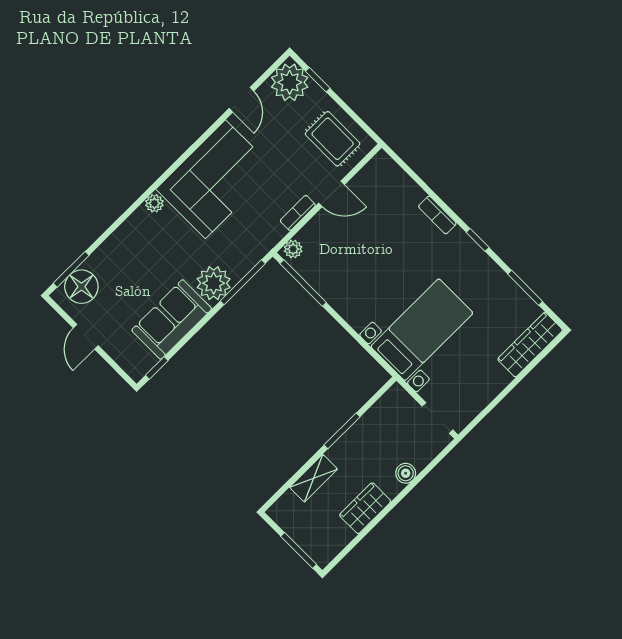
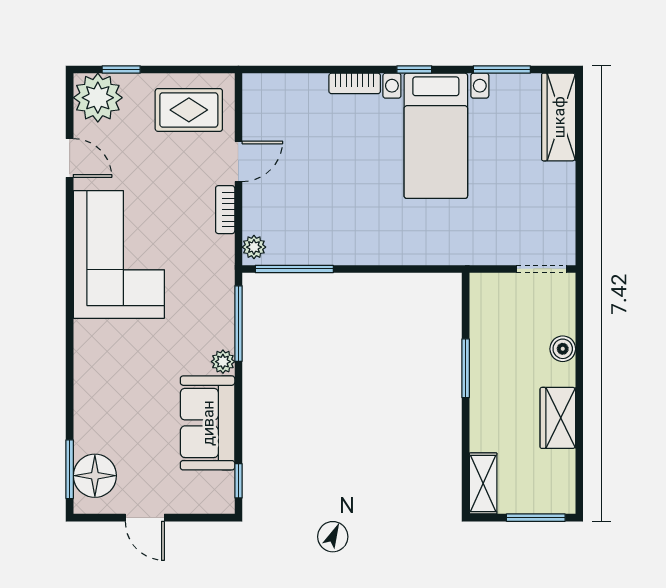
plant: (154, 203) -> (85, 333), removed
plant: (214, 283) -> (223, 362), width x0.53, depth x0.53
bed with nightstands: (422, 330) -> (436, 136), moved, turned 180
shelving: (314, 478) -> (483, 483), moved

